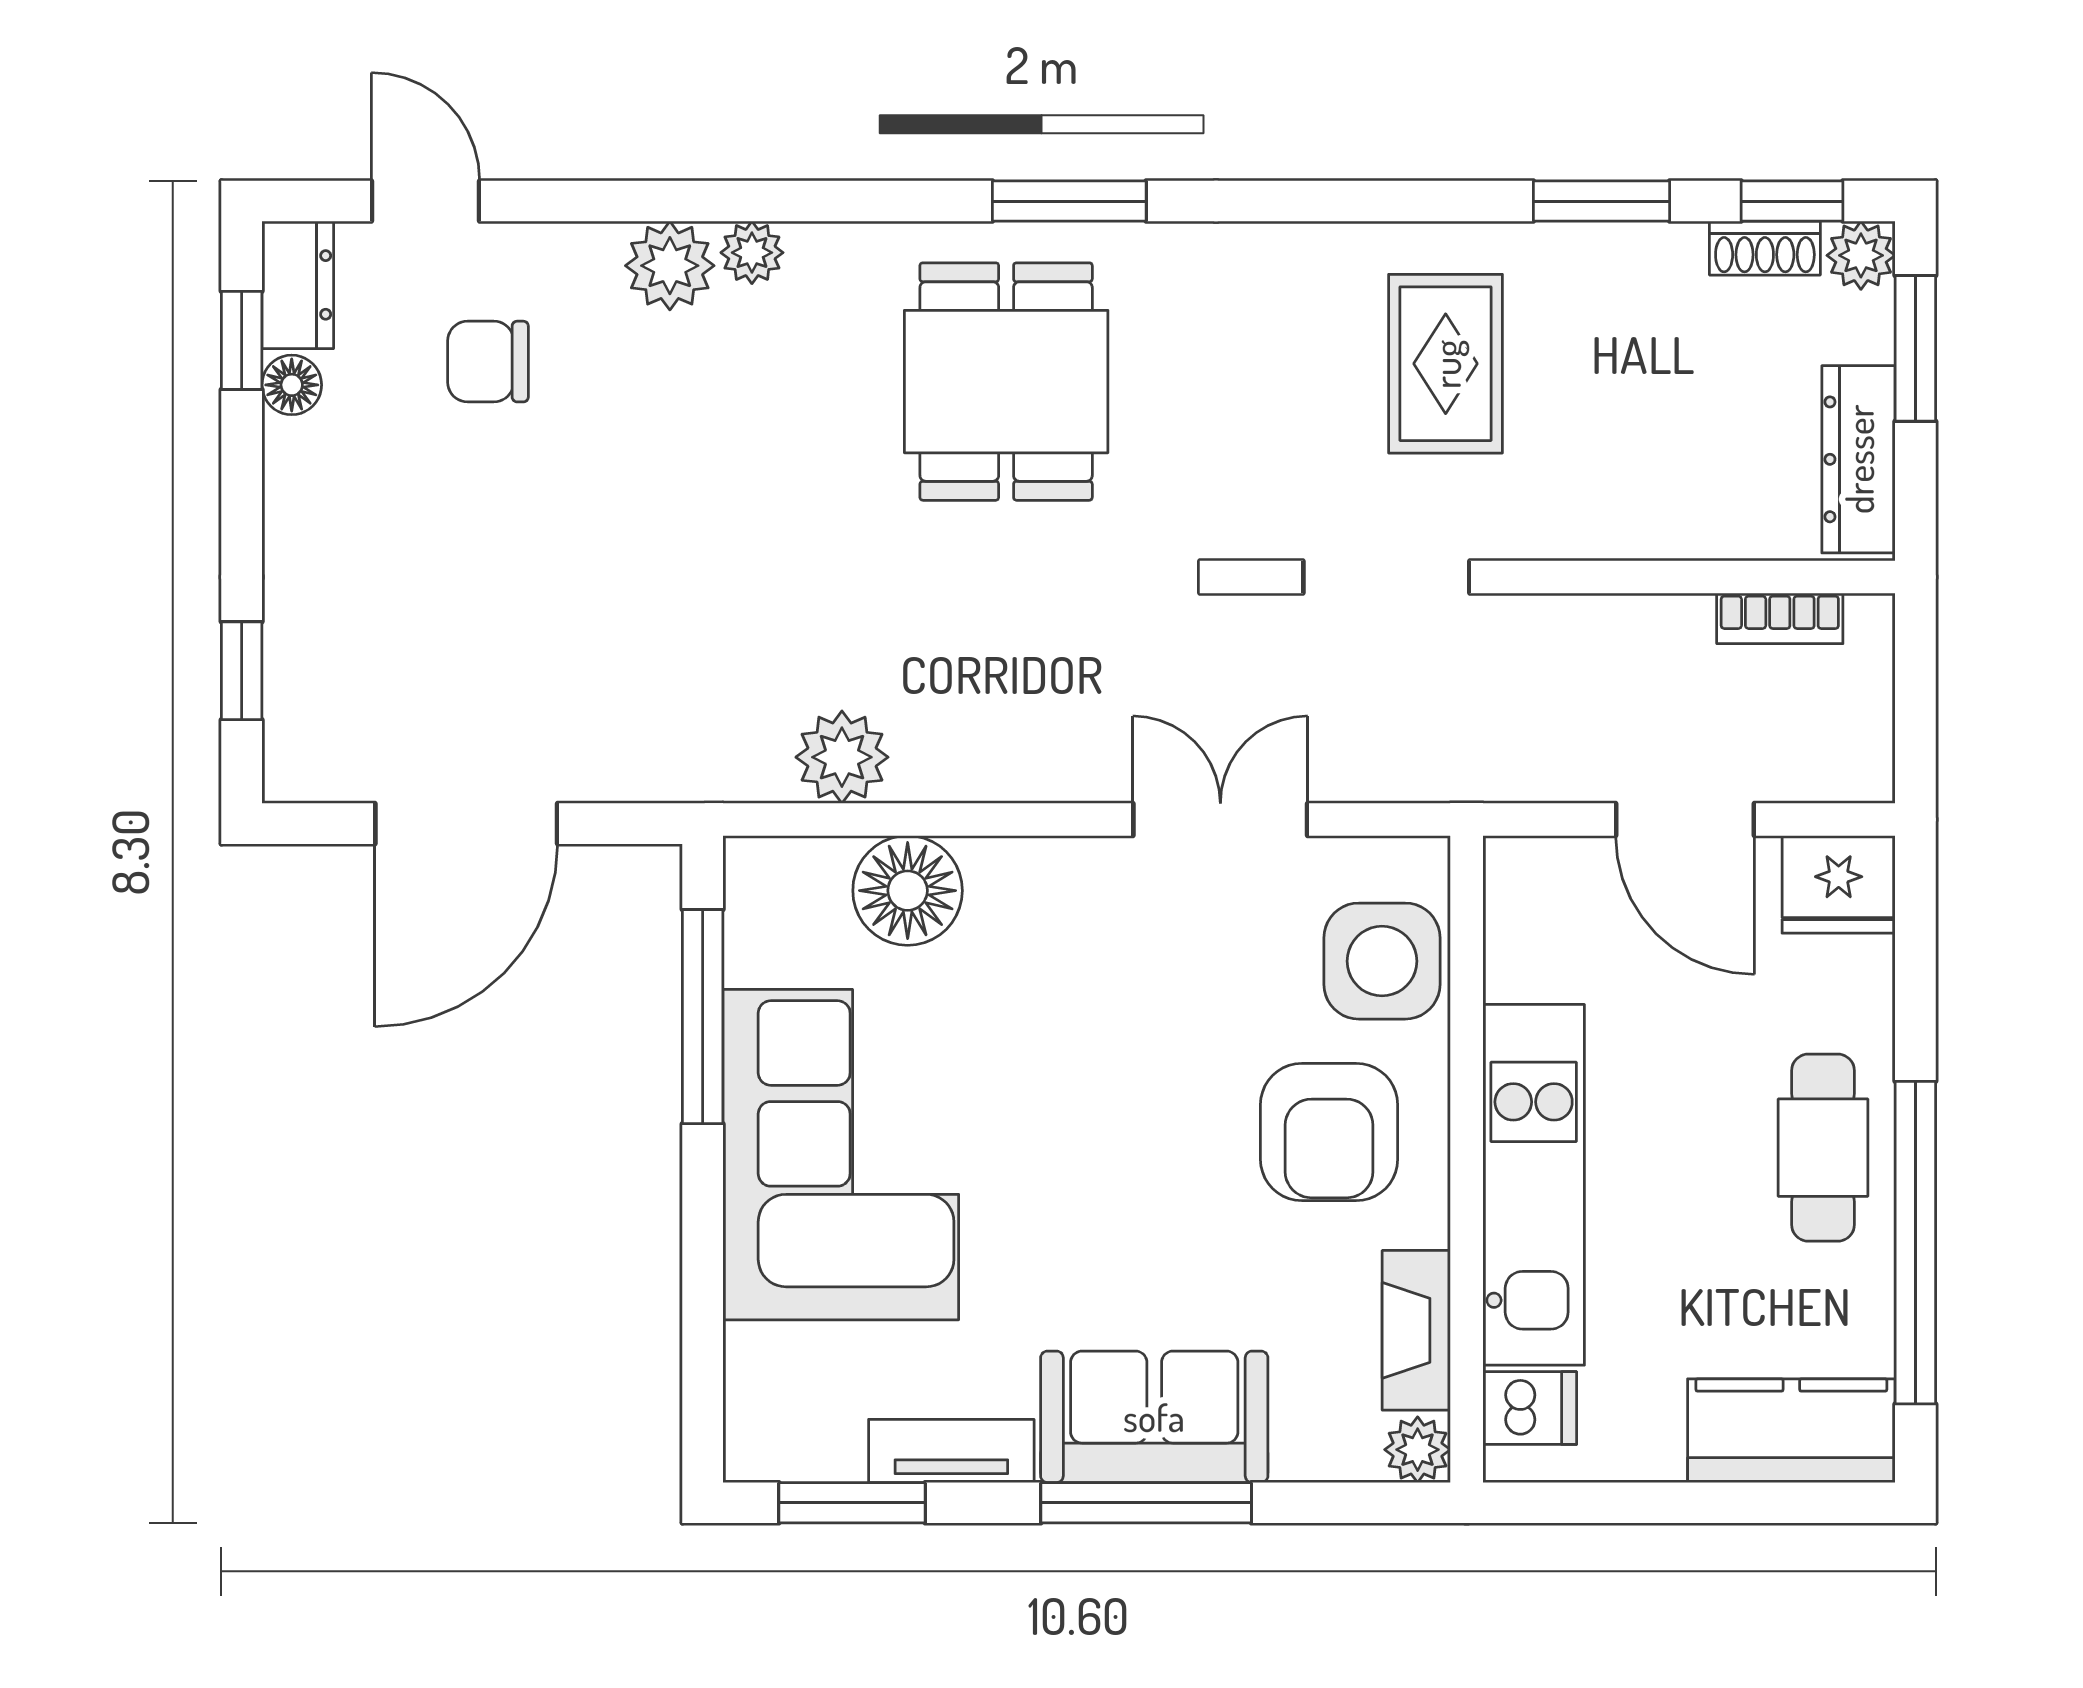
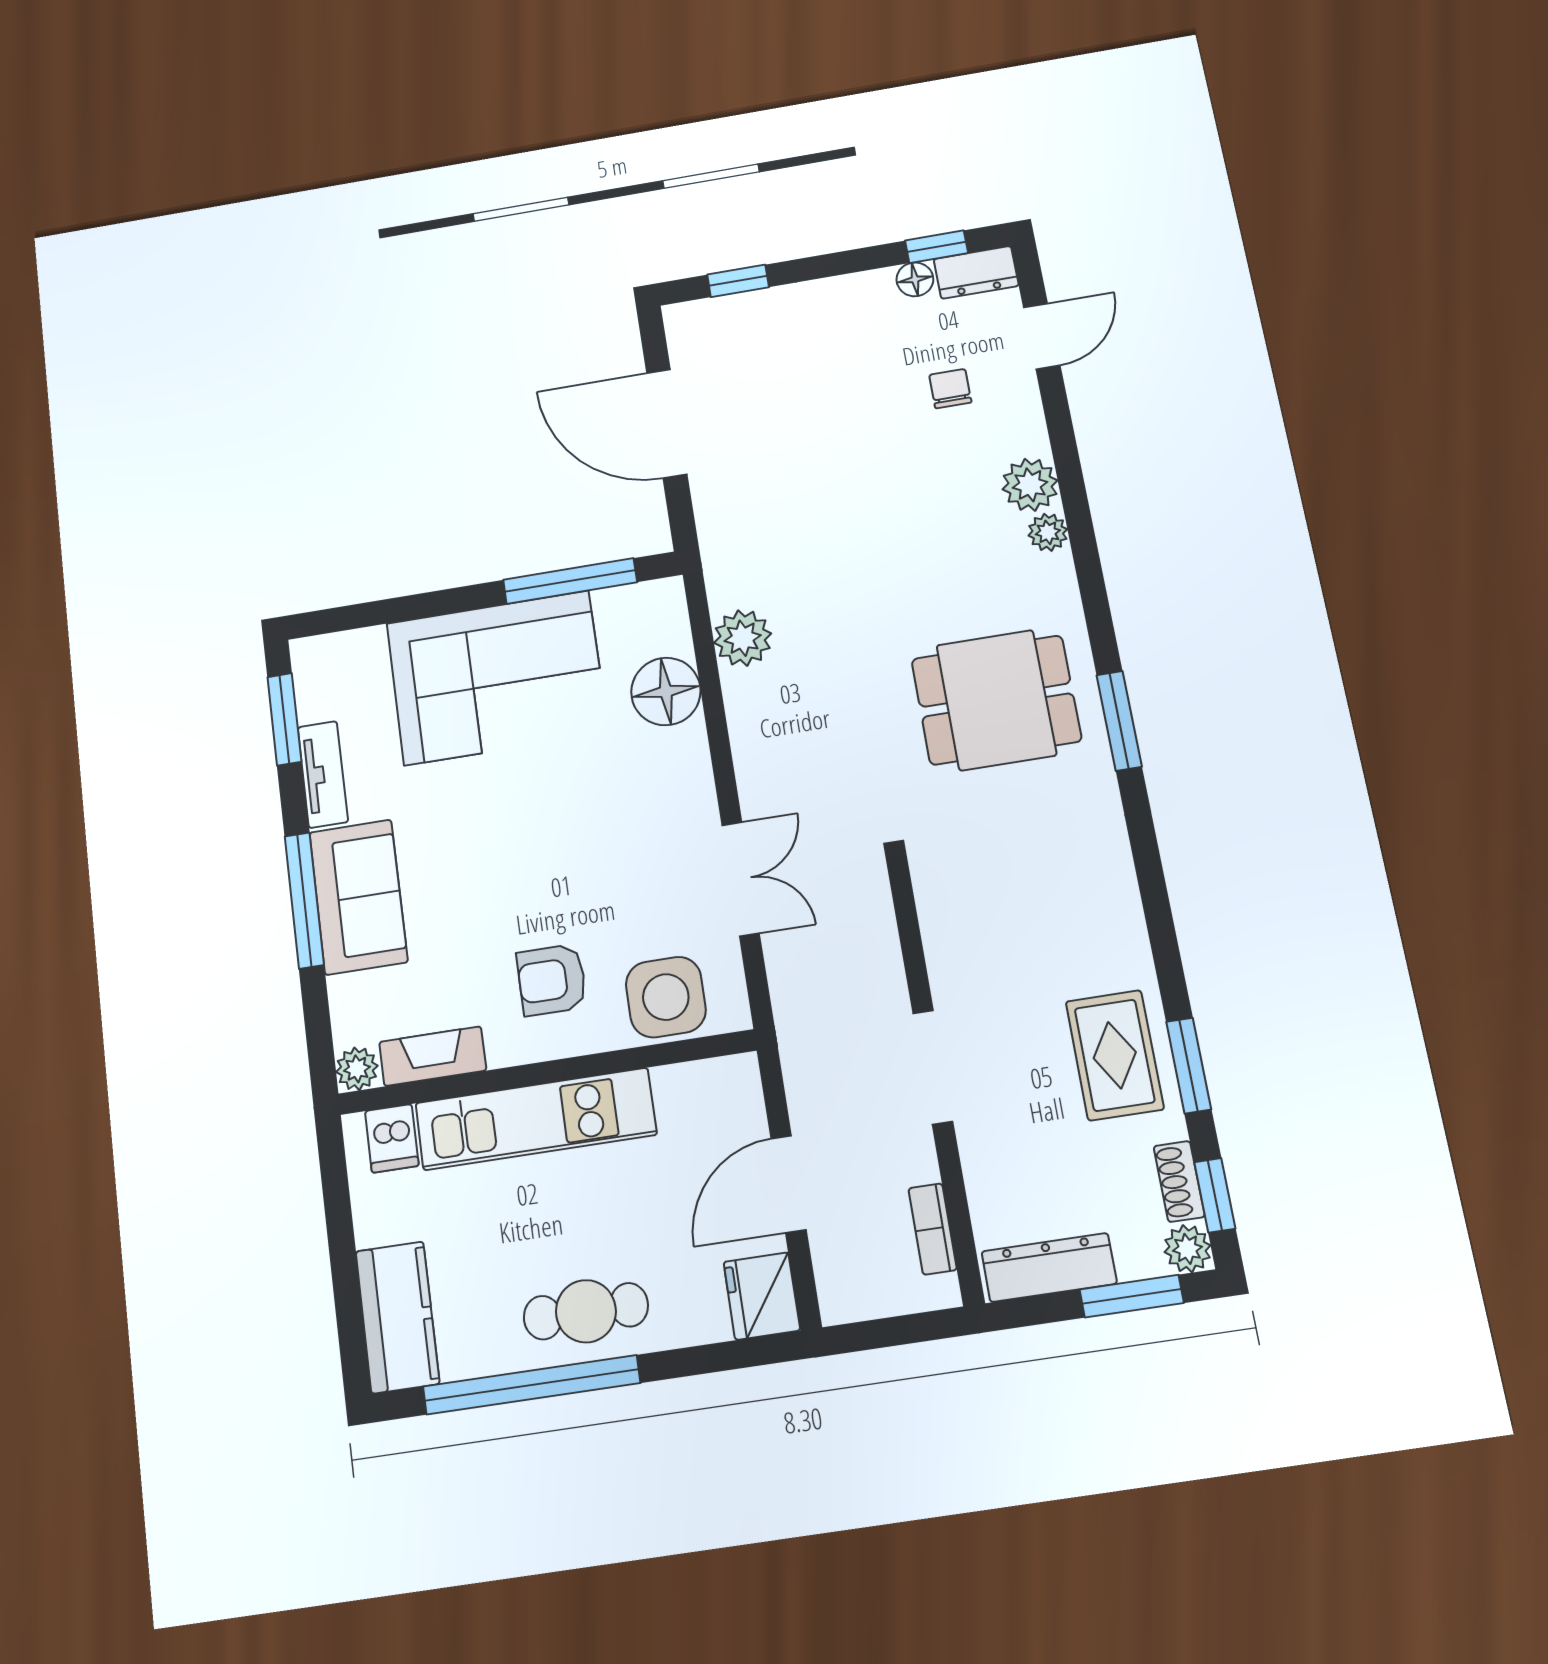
chair: (488, 362) -> (950, 389), width x0.73, depth x0.73
rug: (1446, 364) -> (1115, 1055), moved, turned 90
doorway: (1386, 577) -> (933, 1067), moved
armchair: (1329, 1132) -> (552, 980), width x0.72, depth x0.72

